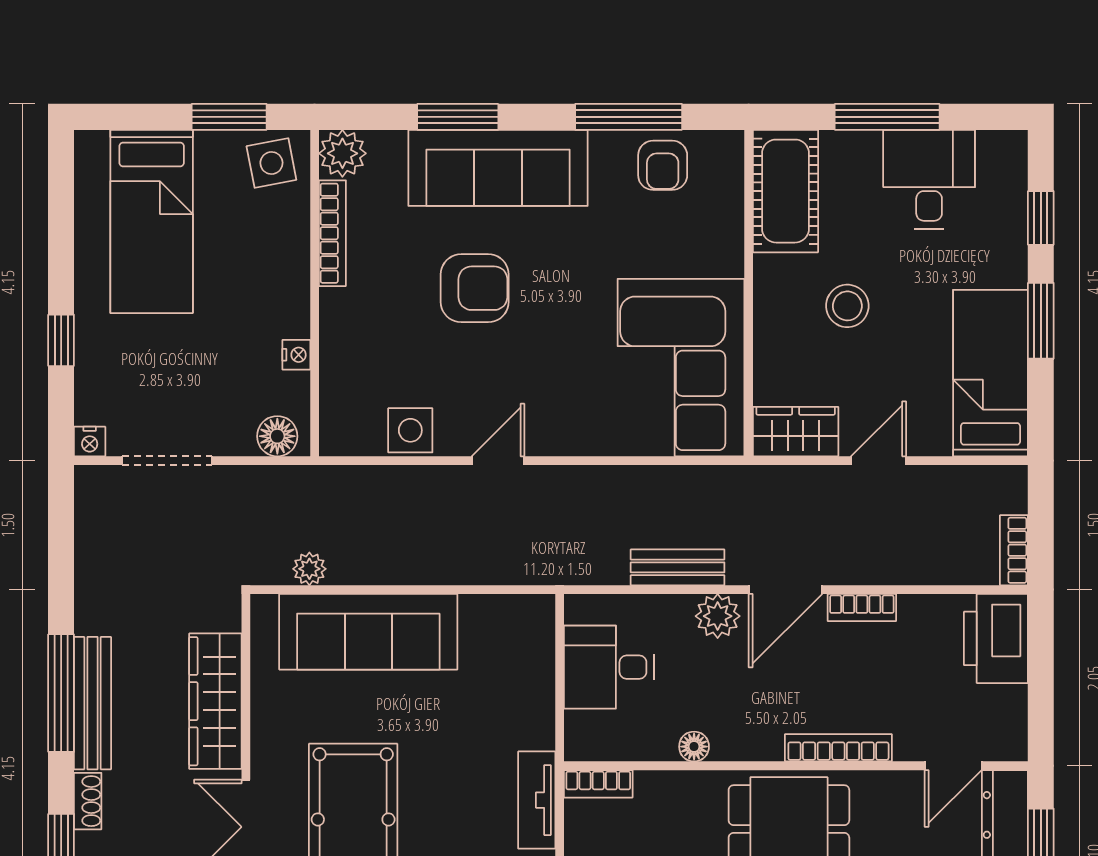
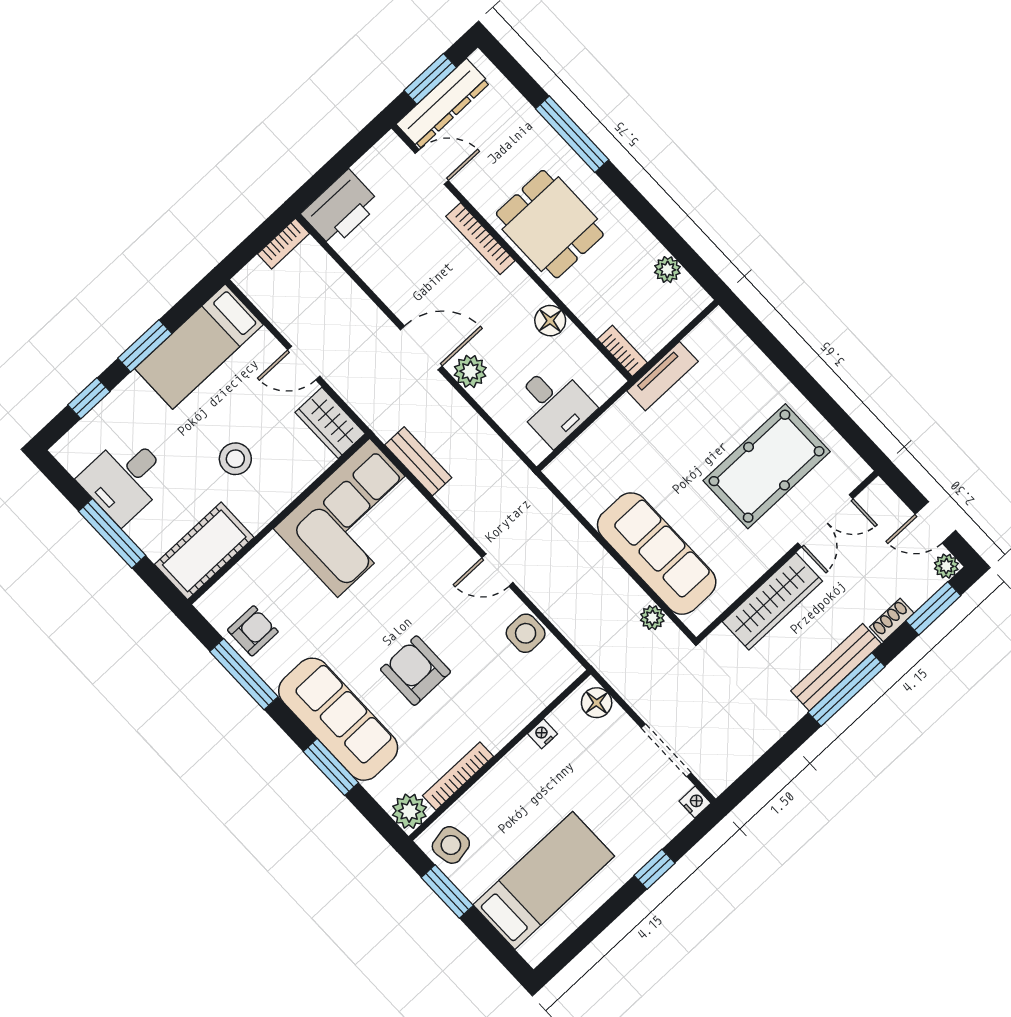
bench: (678, 567) -> (418, 461), moved
bookcase: (862, 608) -> (392, 297), removed
floor lamp: (694, 747) -> (550, 321), width x1.37, depth x1.37

